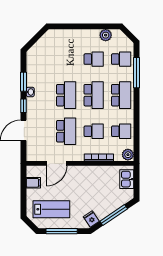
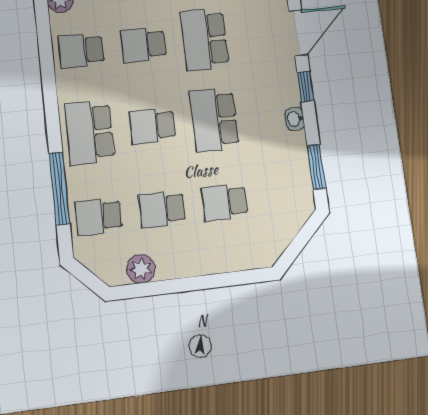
school desk: (66, 59) -> (225, 202), added
window: (23, 82) -> (317, 167), moved
school desk: (94, 95) -> (153, 126), width x0.54

